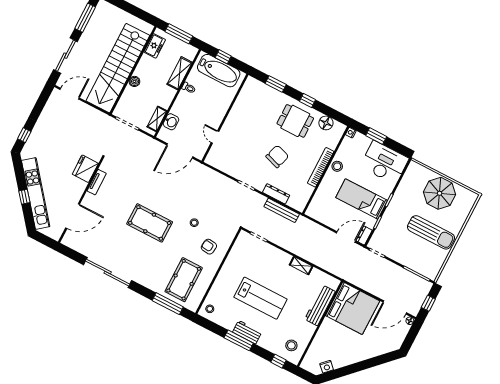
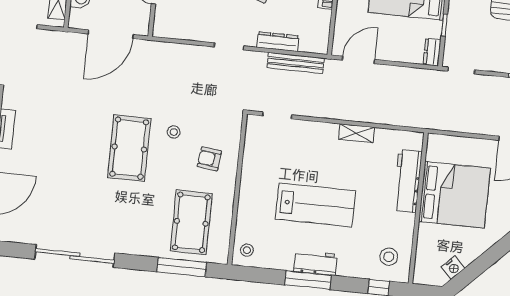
pool table: (150, 223) -> (129, 148), moved, turned 90
door: (346, 237) -> (358, 60), moved
bed: (353, 308) -> (454, 195), moved

